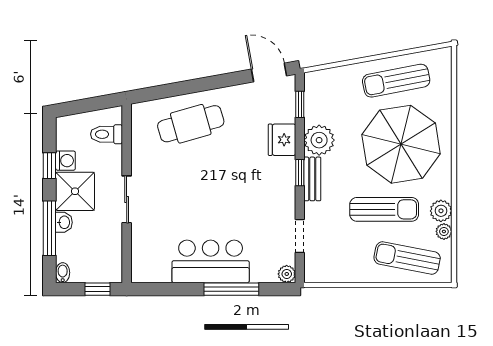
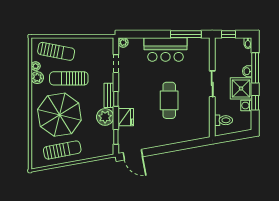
cafe table: (191, 124) -> (169, 100), moved, turned -74
window: (231, 289) -> (186, 34), moved

